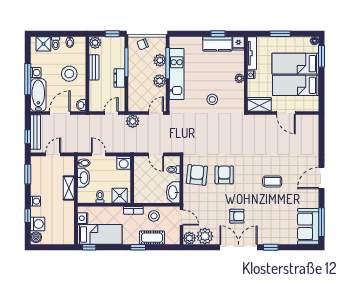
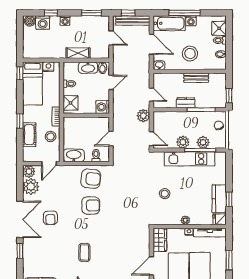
plant: (95, 43) -> (220, 79), removed

